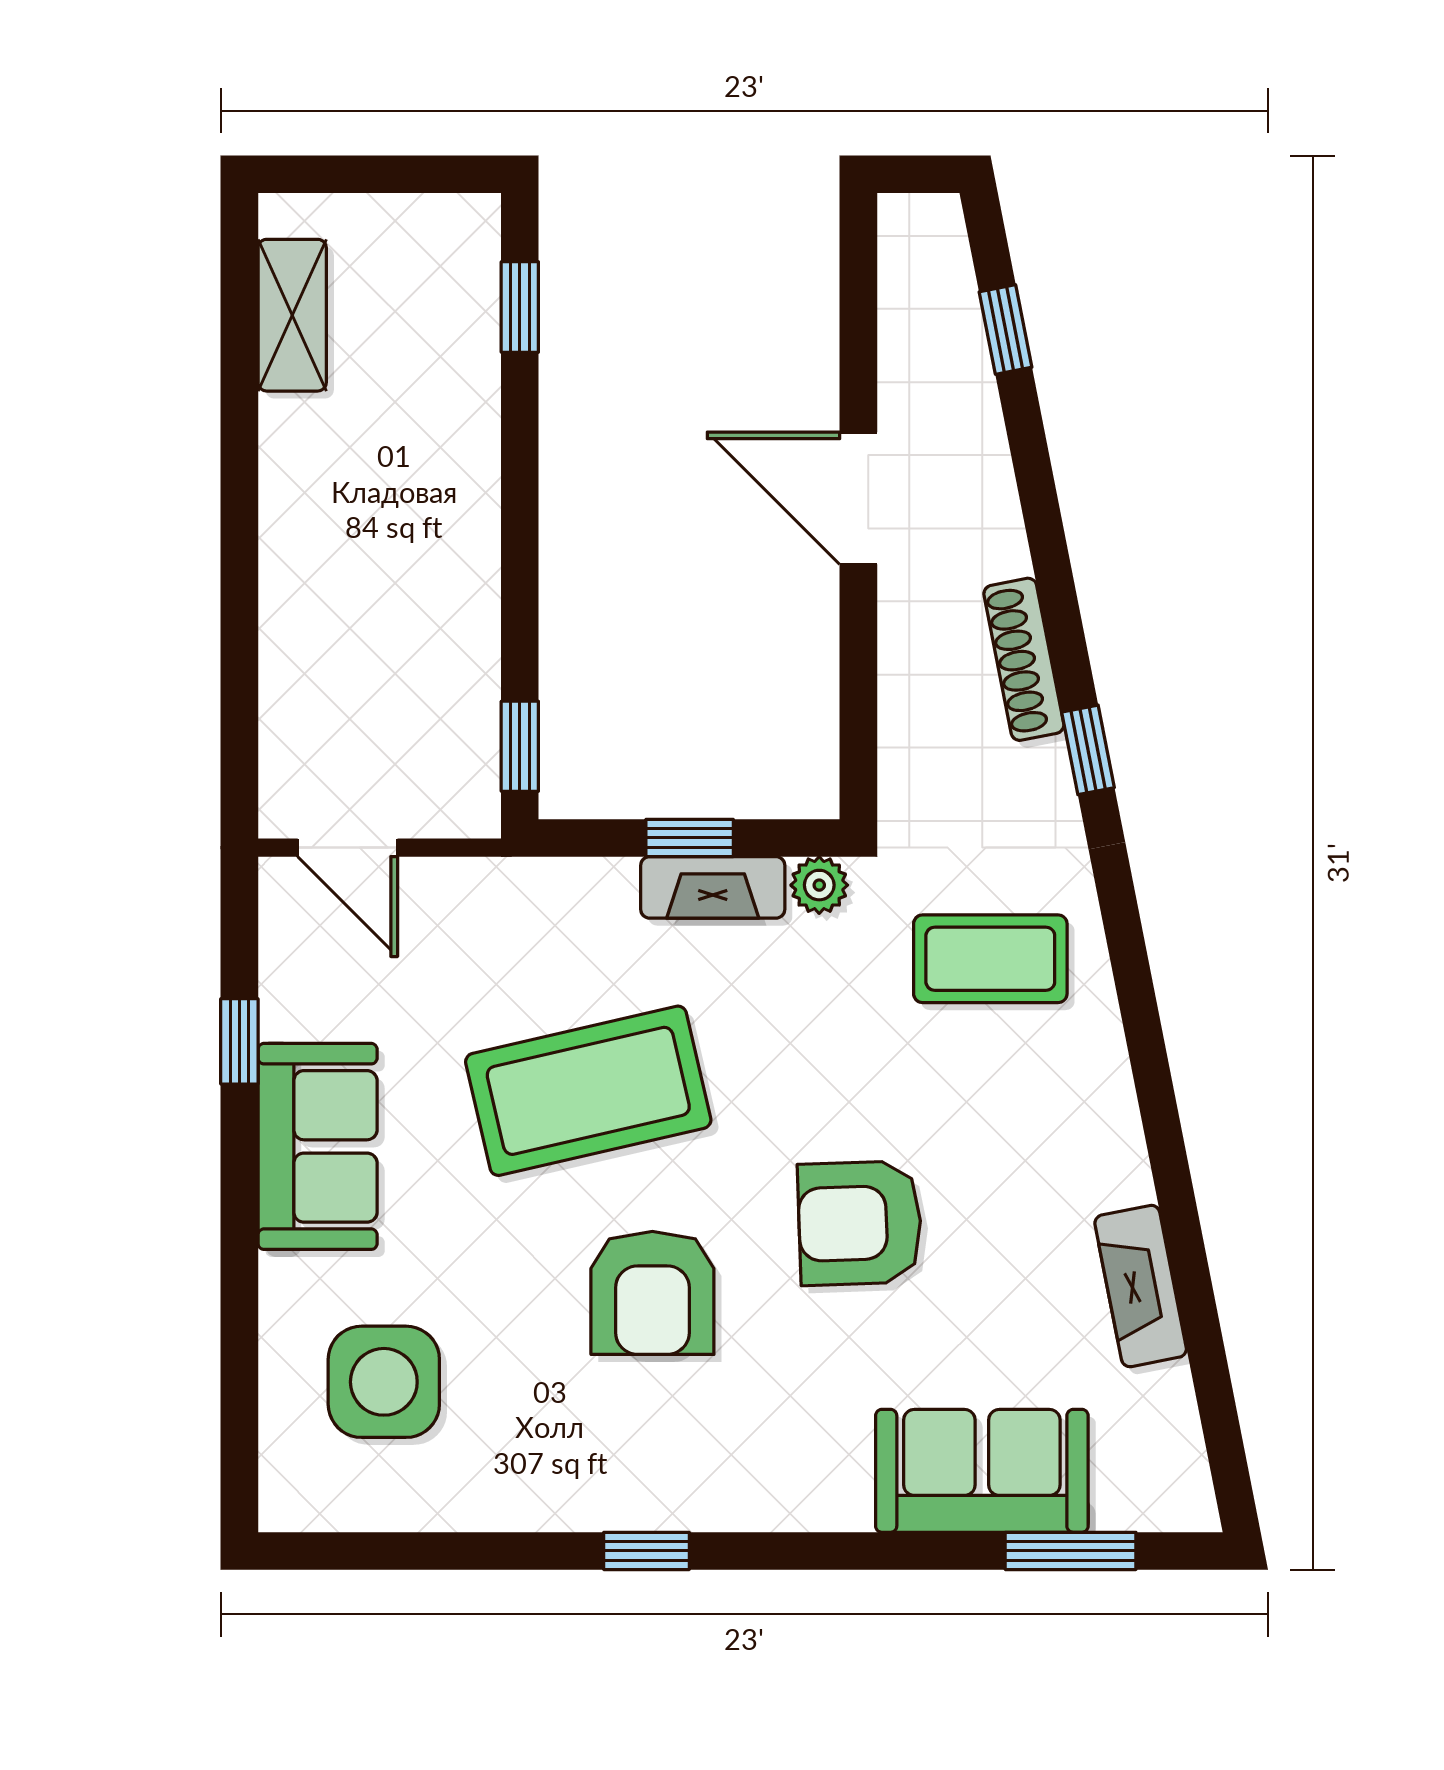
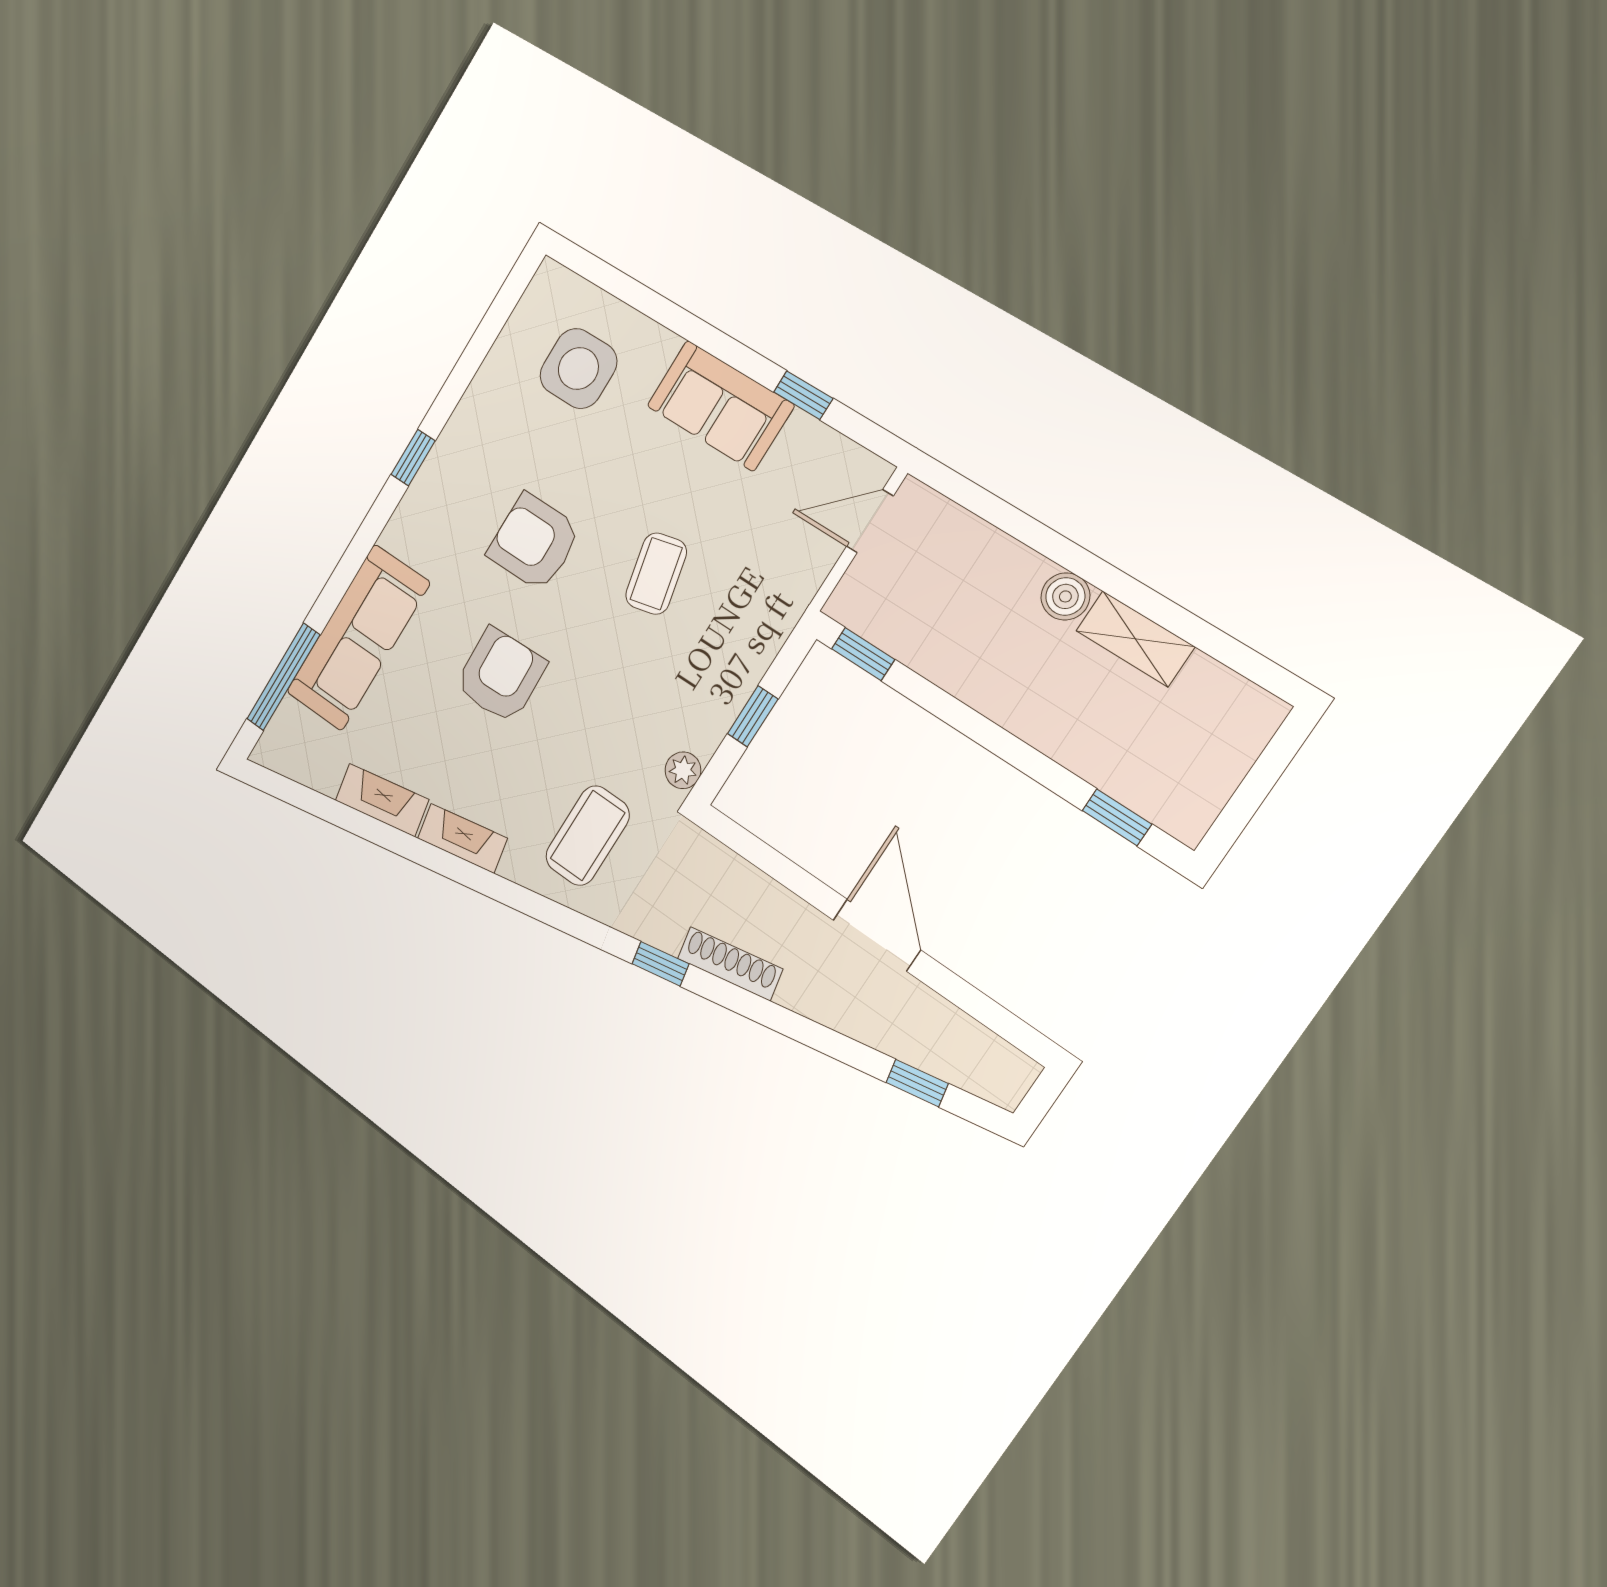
shelving: (292, 315) -> (1135, 639), moved
door: (858, 498) -> (877, 935), hinge flipped
boiler: (292, 542) -> (1065, 596), added
fireplace: (713, 887) -> (462, 838), moved, turned 79
coffee table: (588, 1091) -> (656, 574), width x0.54, depth x0.58
sofa: (982, 1471) -> (358, 638), width x1.36
window: (1071, 1551) -> (283, 677), width x1.44

